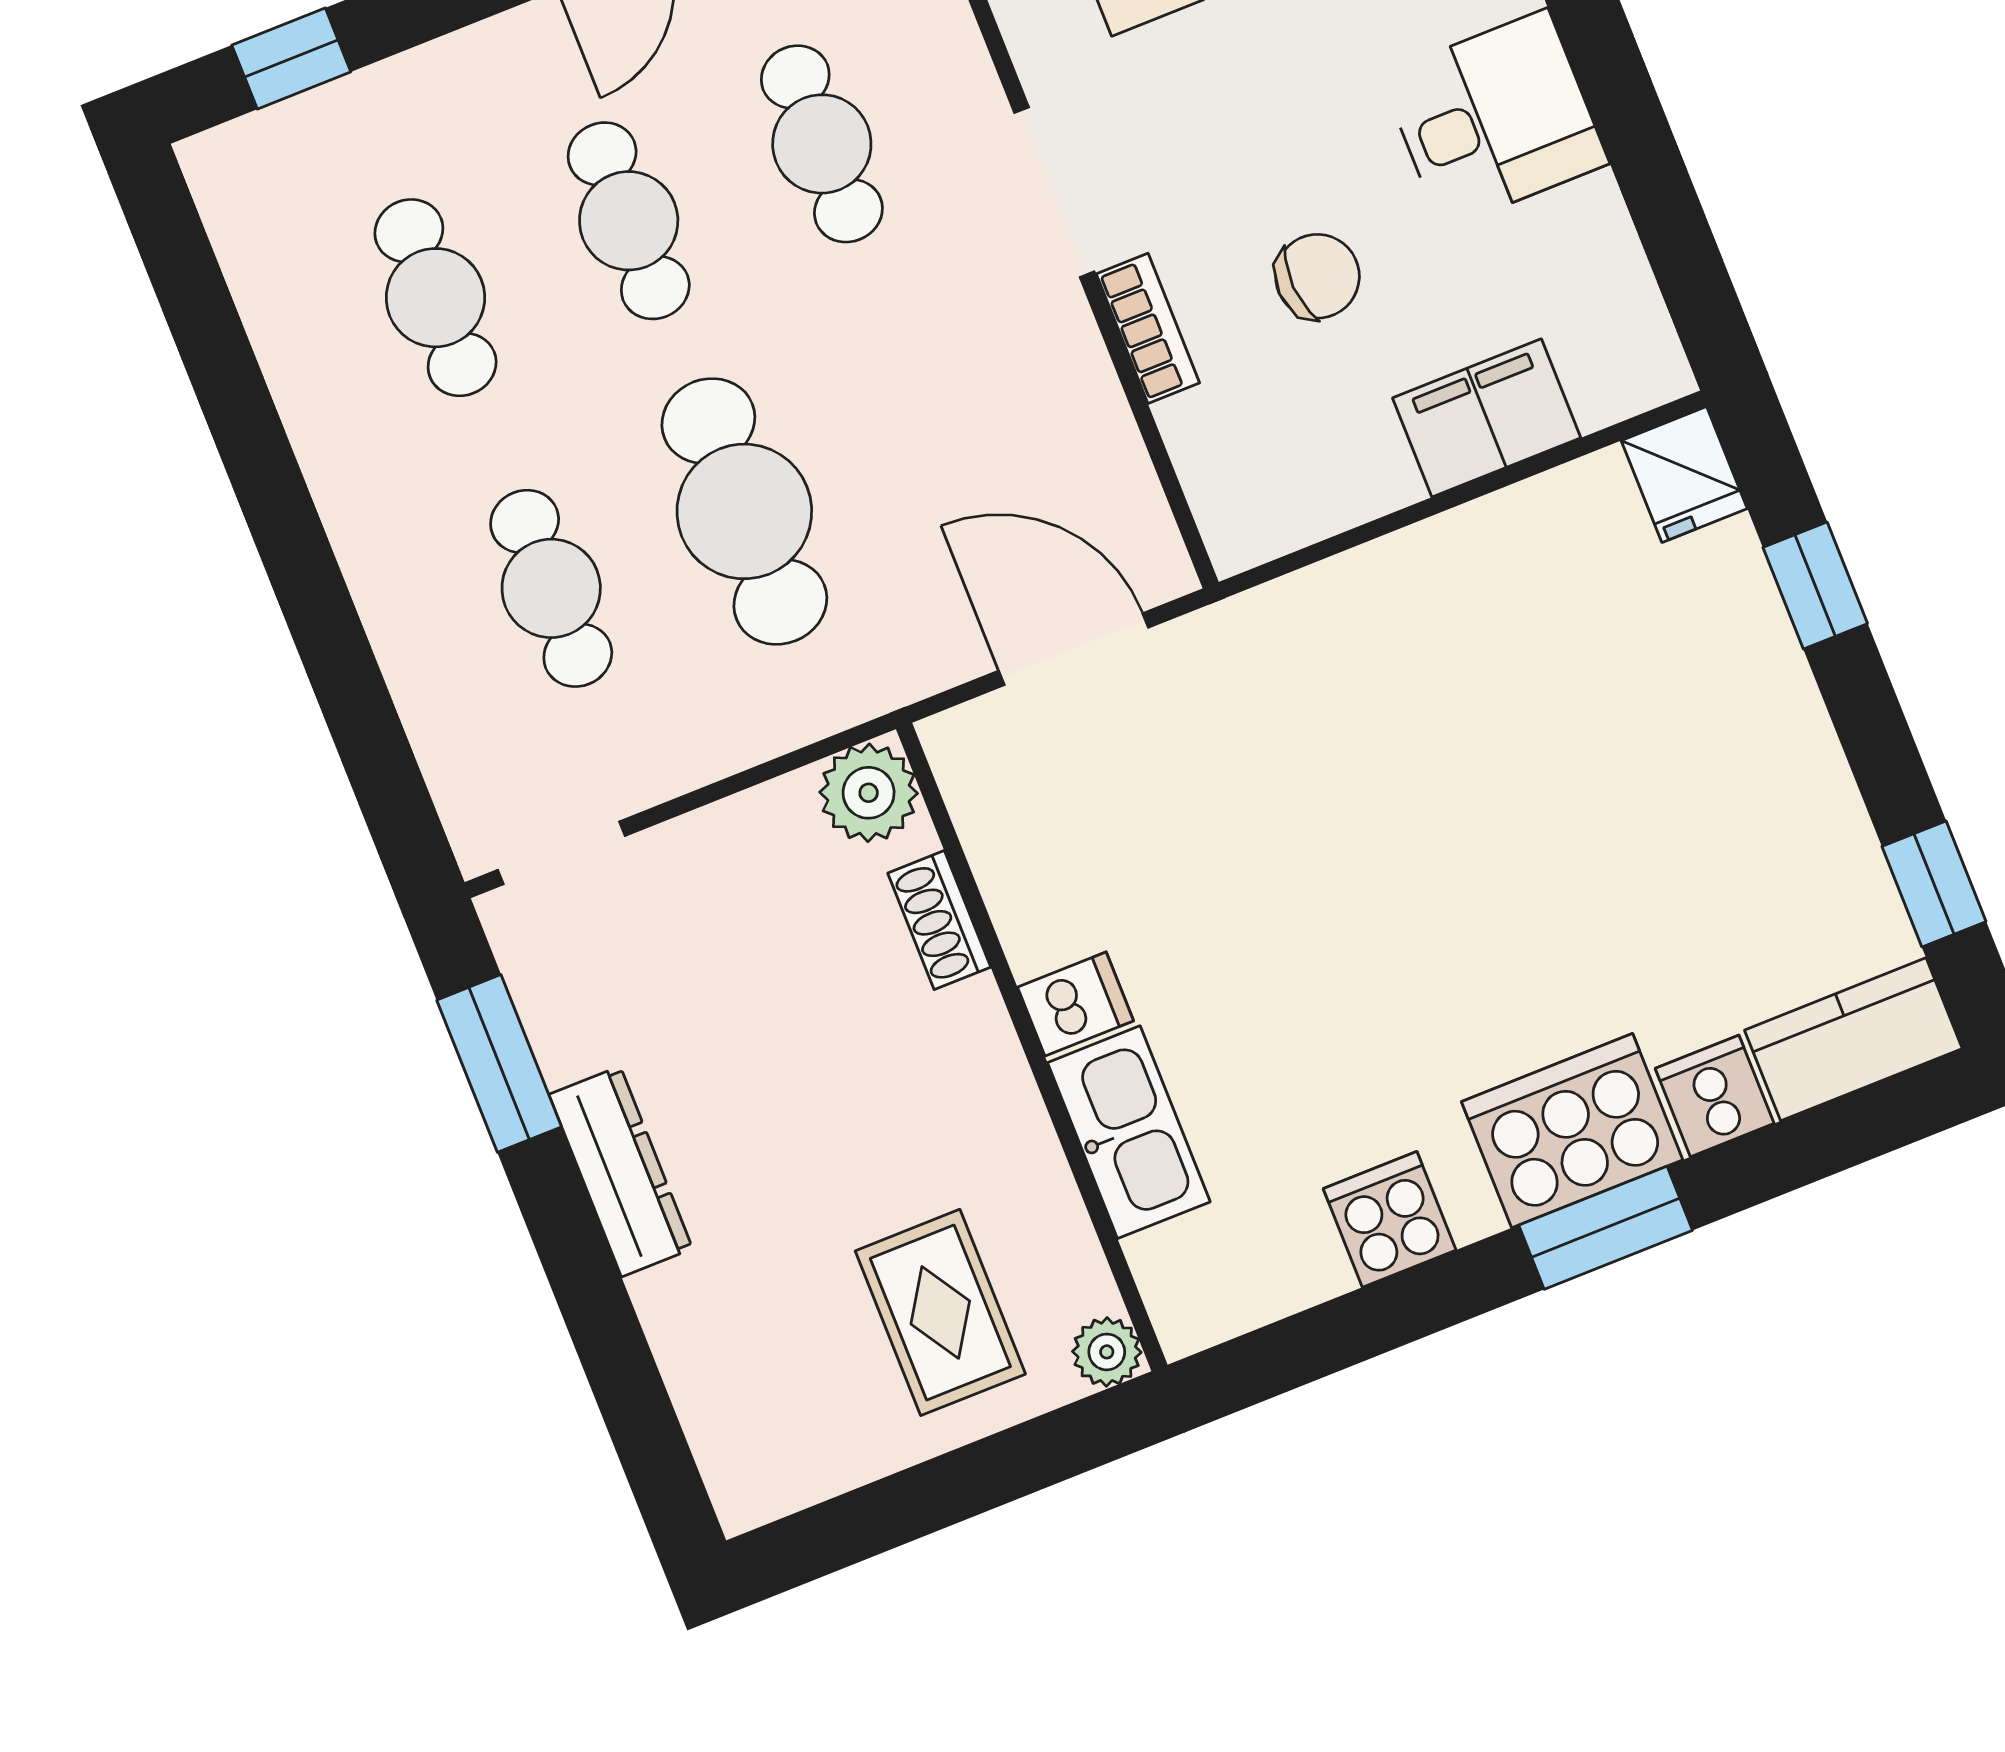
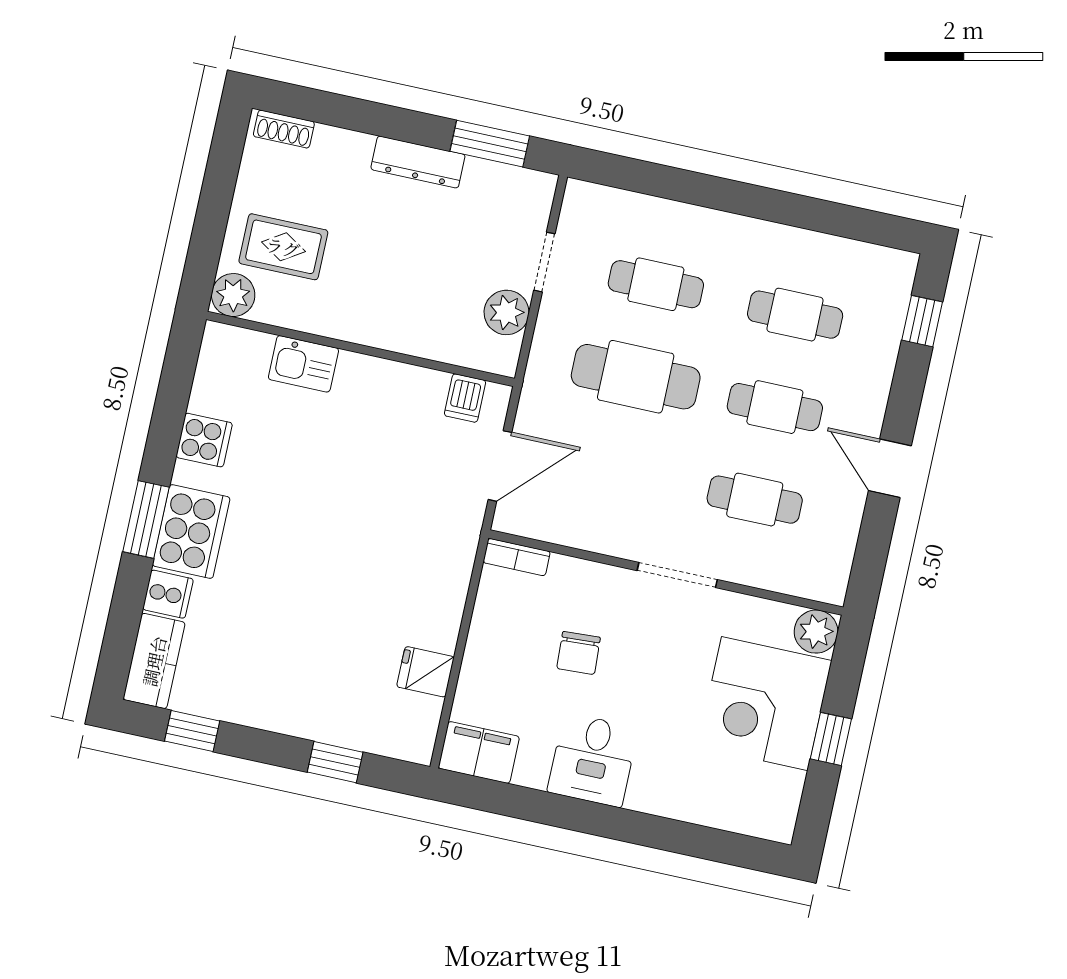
bookcase: (1148, 328) -> (517, 557), moved
filing cabinet: (1487, 418) -> (479, 752), moved, turned -90
fridge: (1684, 475) -> (425, 672), moved
plant: (869, 793) -> (506, 312), moved
doorway: (561, 853) -> (544, 262), moved
shoe rack: (939, 920) -> (284, 129), moved, turned 180
dishwasher: (1076, 1004) -> (465, 398), moved
kitchen sink: (1129, 1132) -> (303, 364), width x0.73
plant: (1107, 1352) -> (233, 295), width x1.38, depth x1.38

